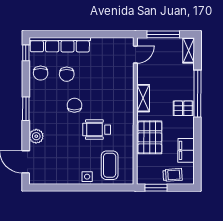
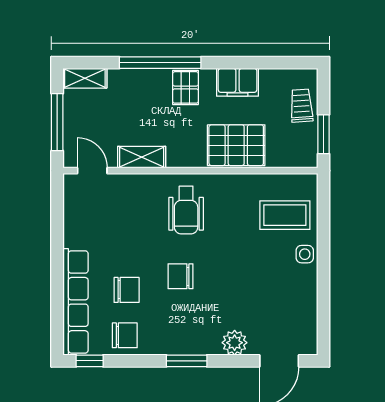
shelving: (143, 98) -> (142, 157), moved
wheelchair: (97, 130) -> (186, 210), moved
filing cabinet: (186, 150) -> (238, 82), moved

